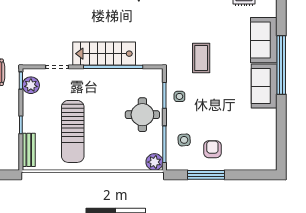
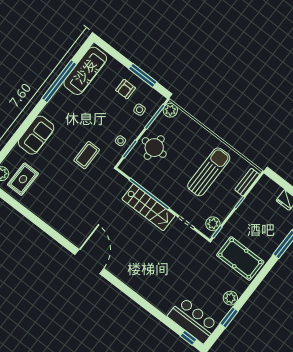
window: (281, 65) -> (59, 81), moved
sofa: (264, 86) -> (85, 71), moved, width x1.36

